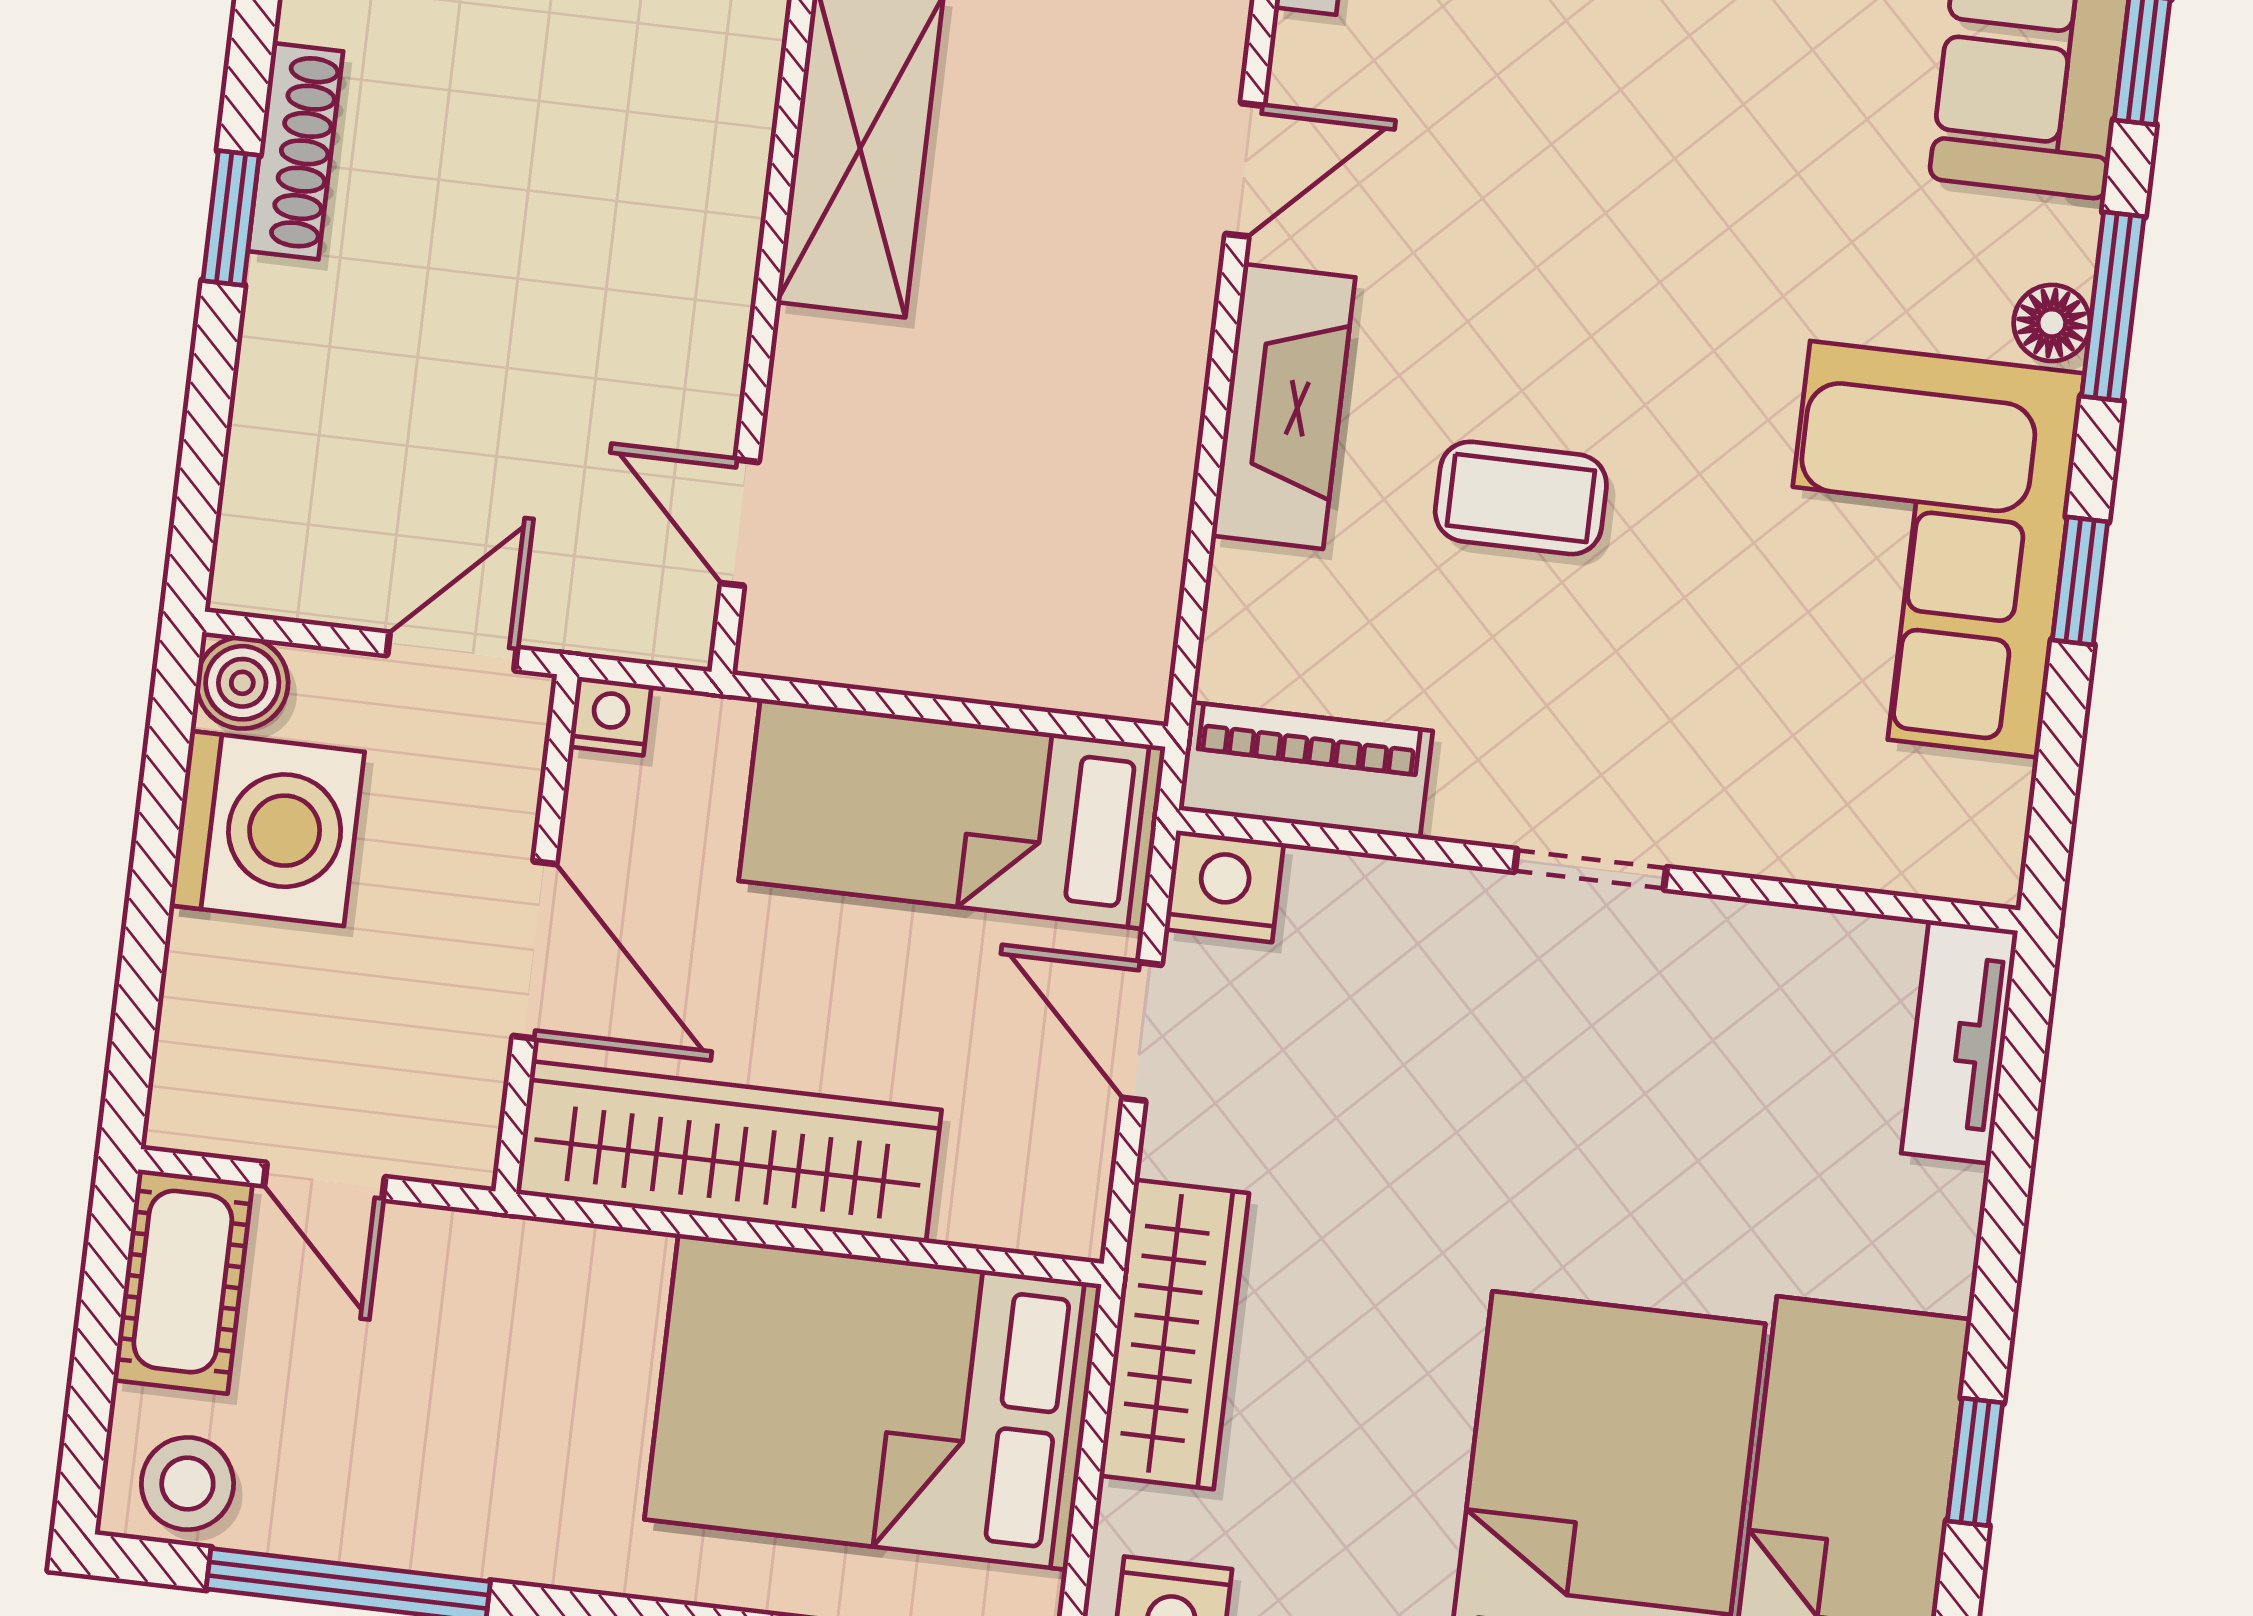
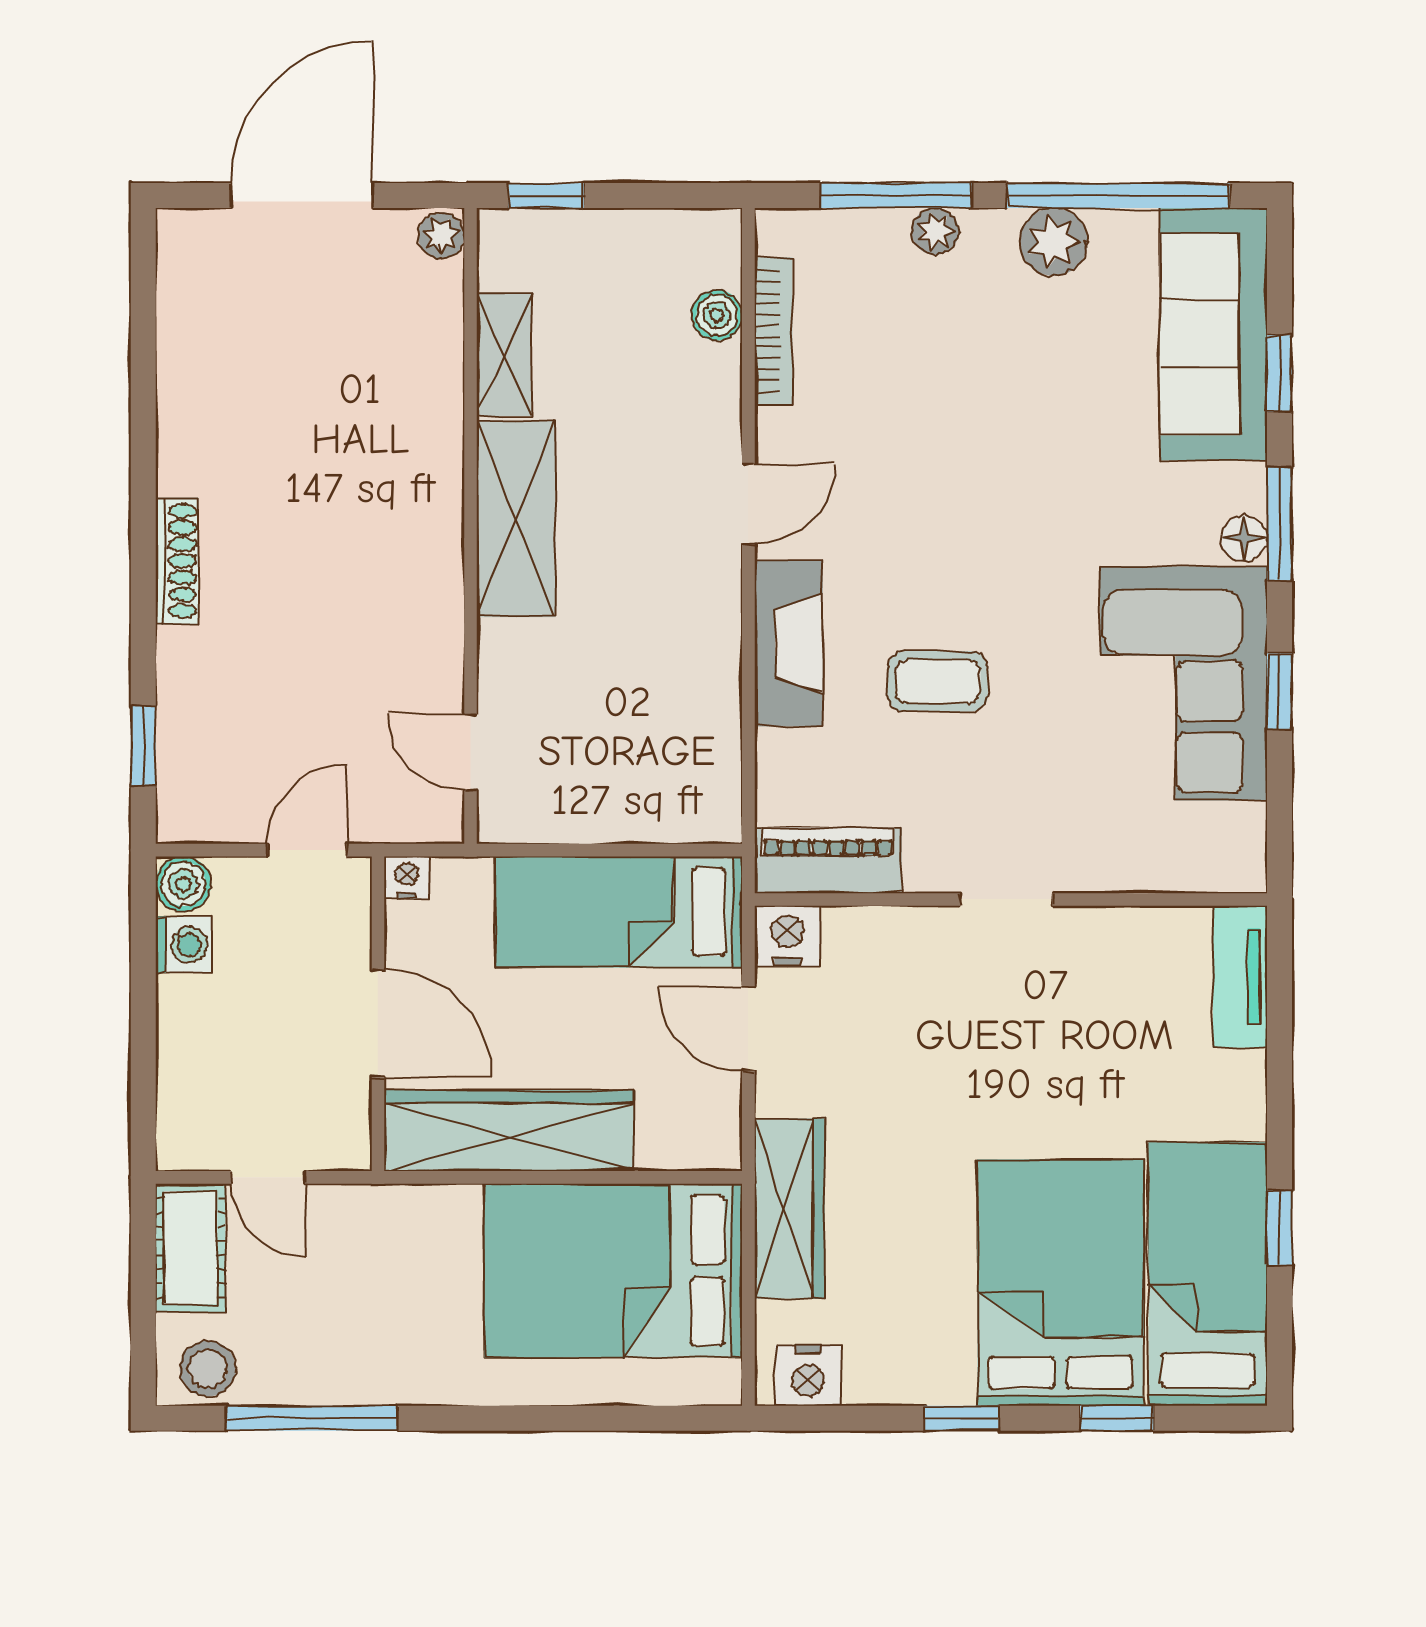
window: (231, 218) -> (143, 746), moved
washing machine: (267, 829) -> (184, 945), width x0.53, depth x0.53

